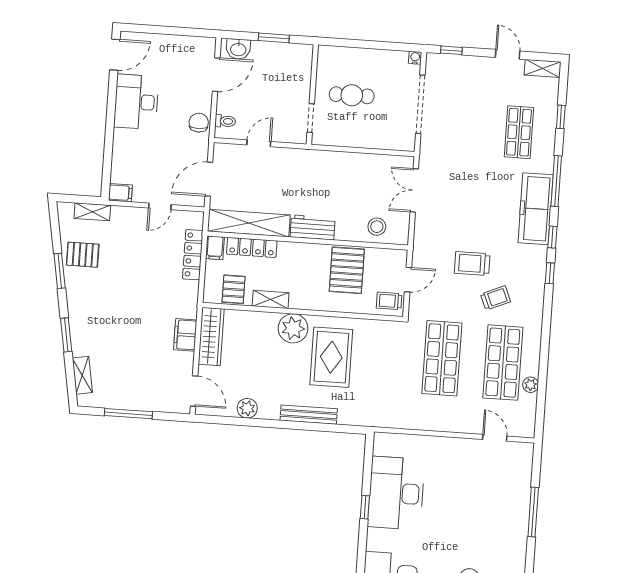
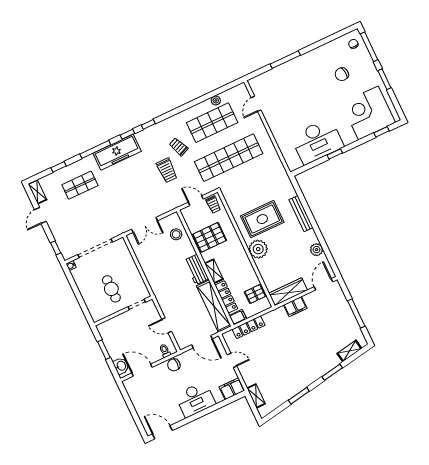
desk: (136, 102) -> (195, 399), moved
filing cabinet: (120, 193) -> (232, 389), width x2.00
pallet: (83, 255) -> (283, 388), removed
shelving: (271, 300) -> (214, 271), moved
shop shelf: (442, 358) -> (229, 158), width x1.40

